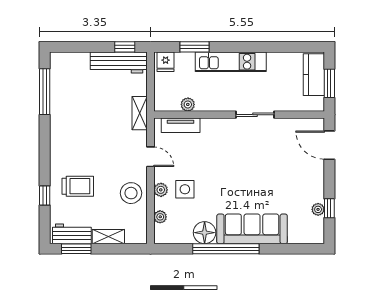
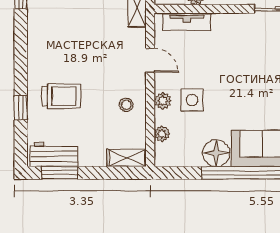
stool: (131, 193) -> (126, 105), width x0.53, depth x0.53
shelving: (108, 237) -> (127, 158), moved

